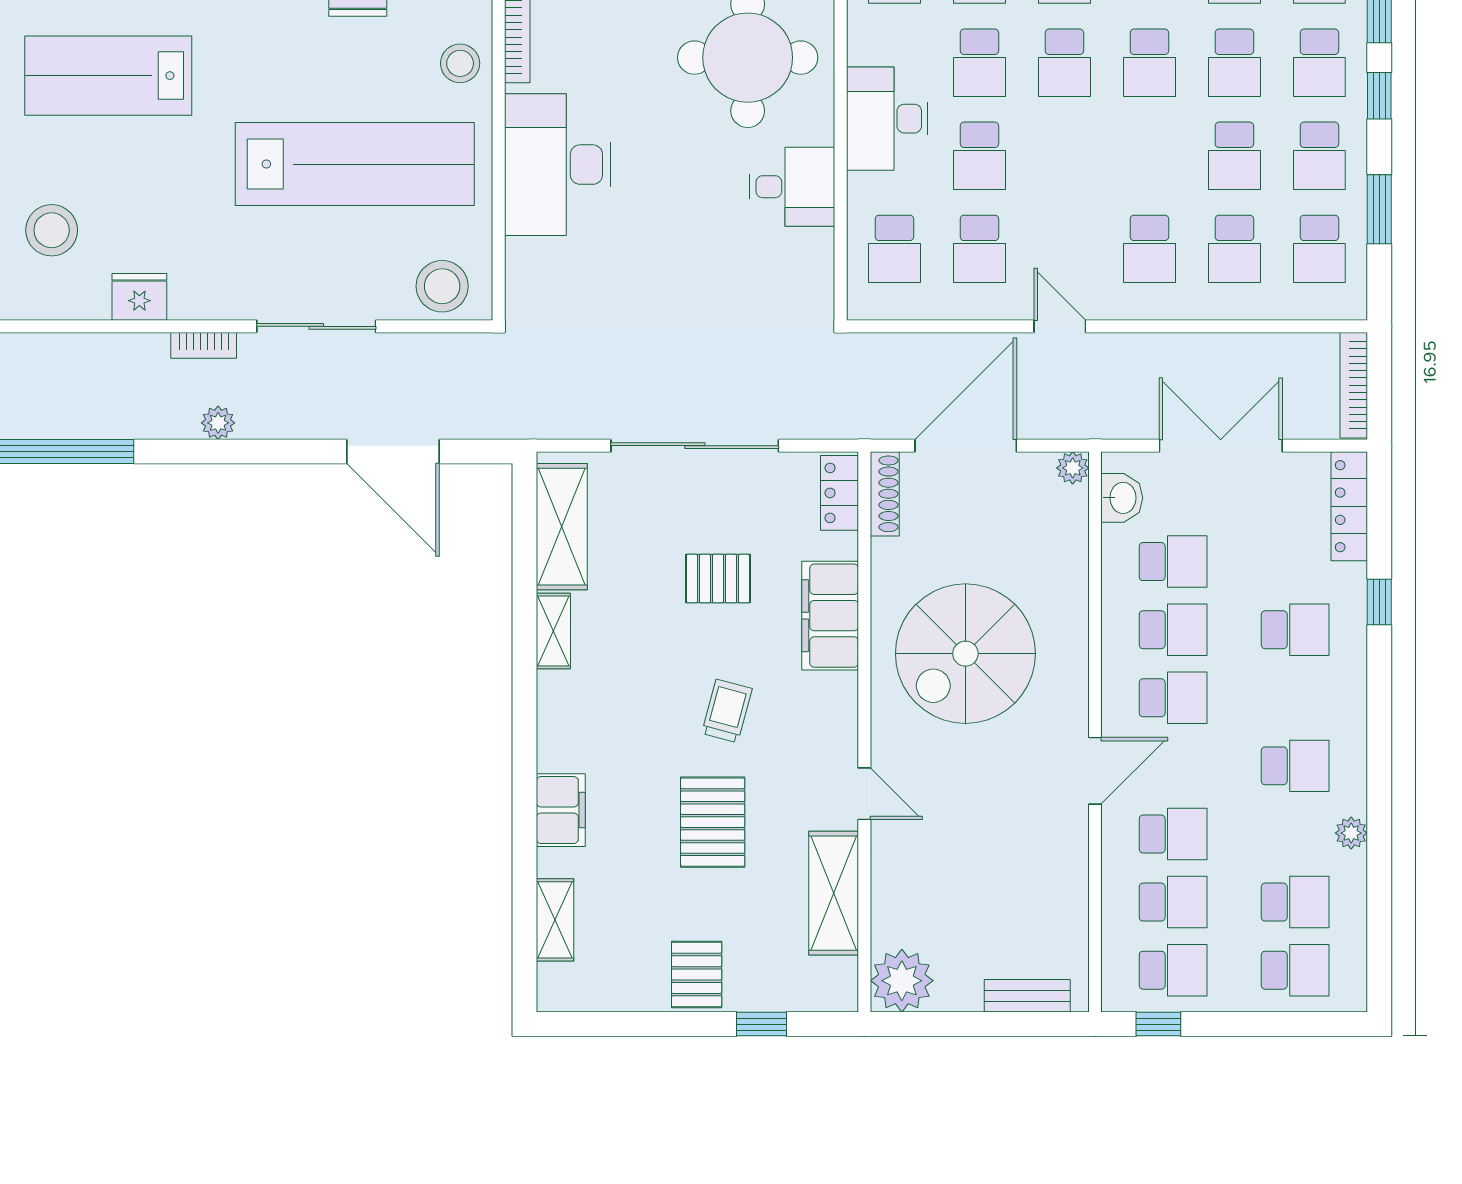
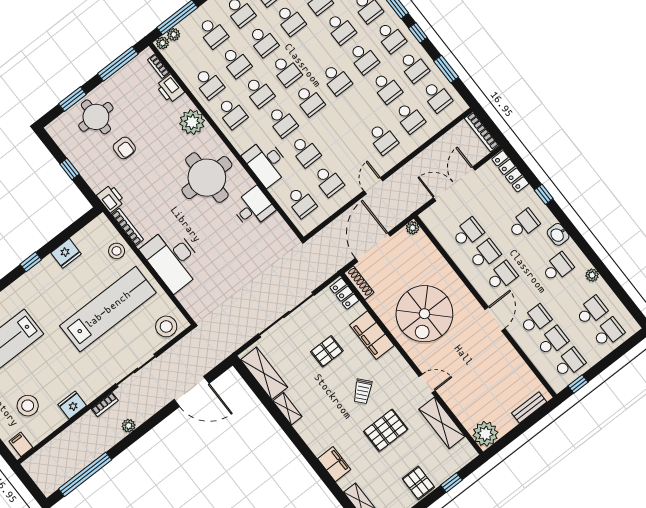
door: (1060, 326) -> (373, 186), hinge flipped
washbasin: (1122, 498) -> (558, 234), moved, turned 180
trolley: (727, 711) -> (363, 391), turned -146
pallet: (713, 822) -> (386, 430), turned 90

